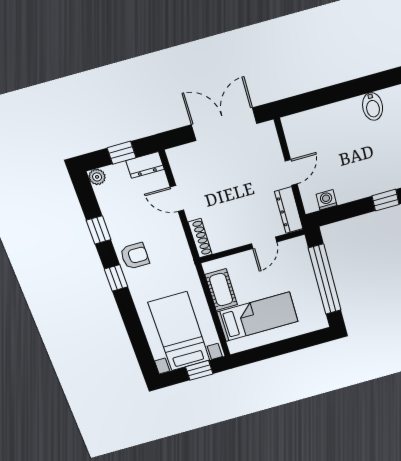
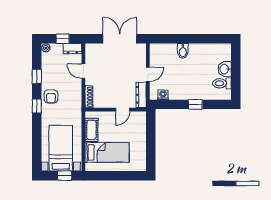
bidet: (373, 107) -> (183, 51), moved
armchair: (135, 256) -> (51, 96), turned 90
window: (325, 279) -> (151, 141), removed

